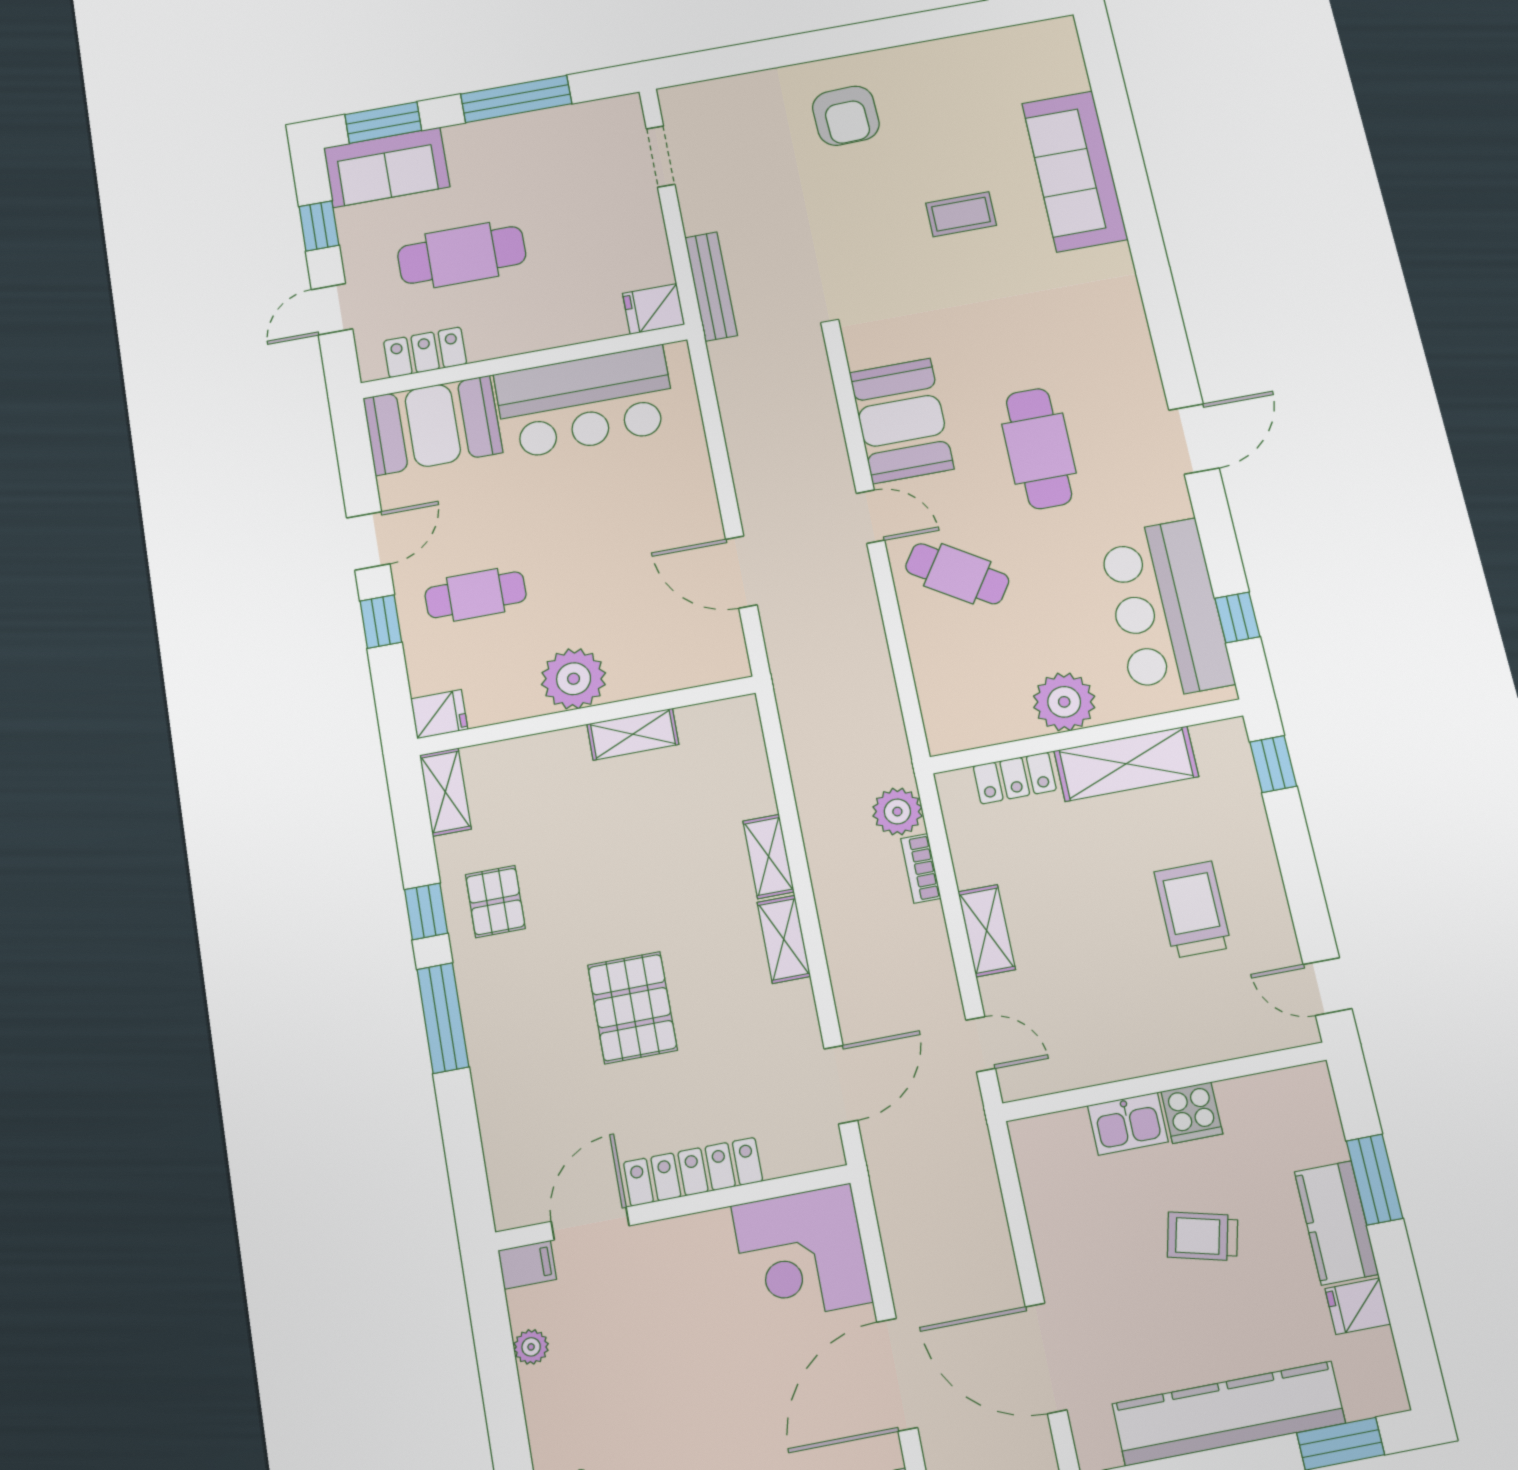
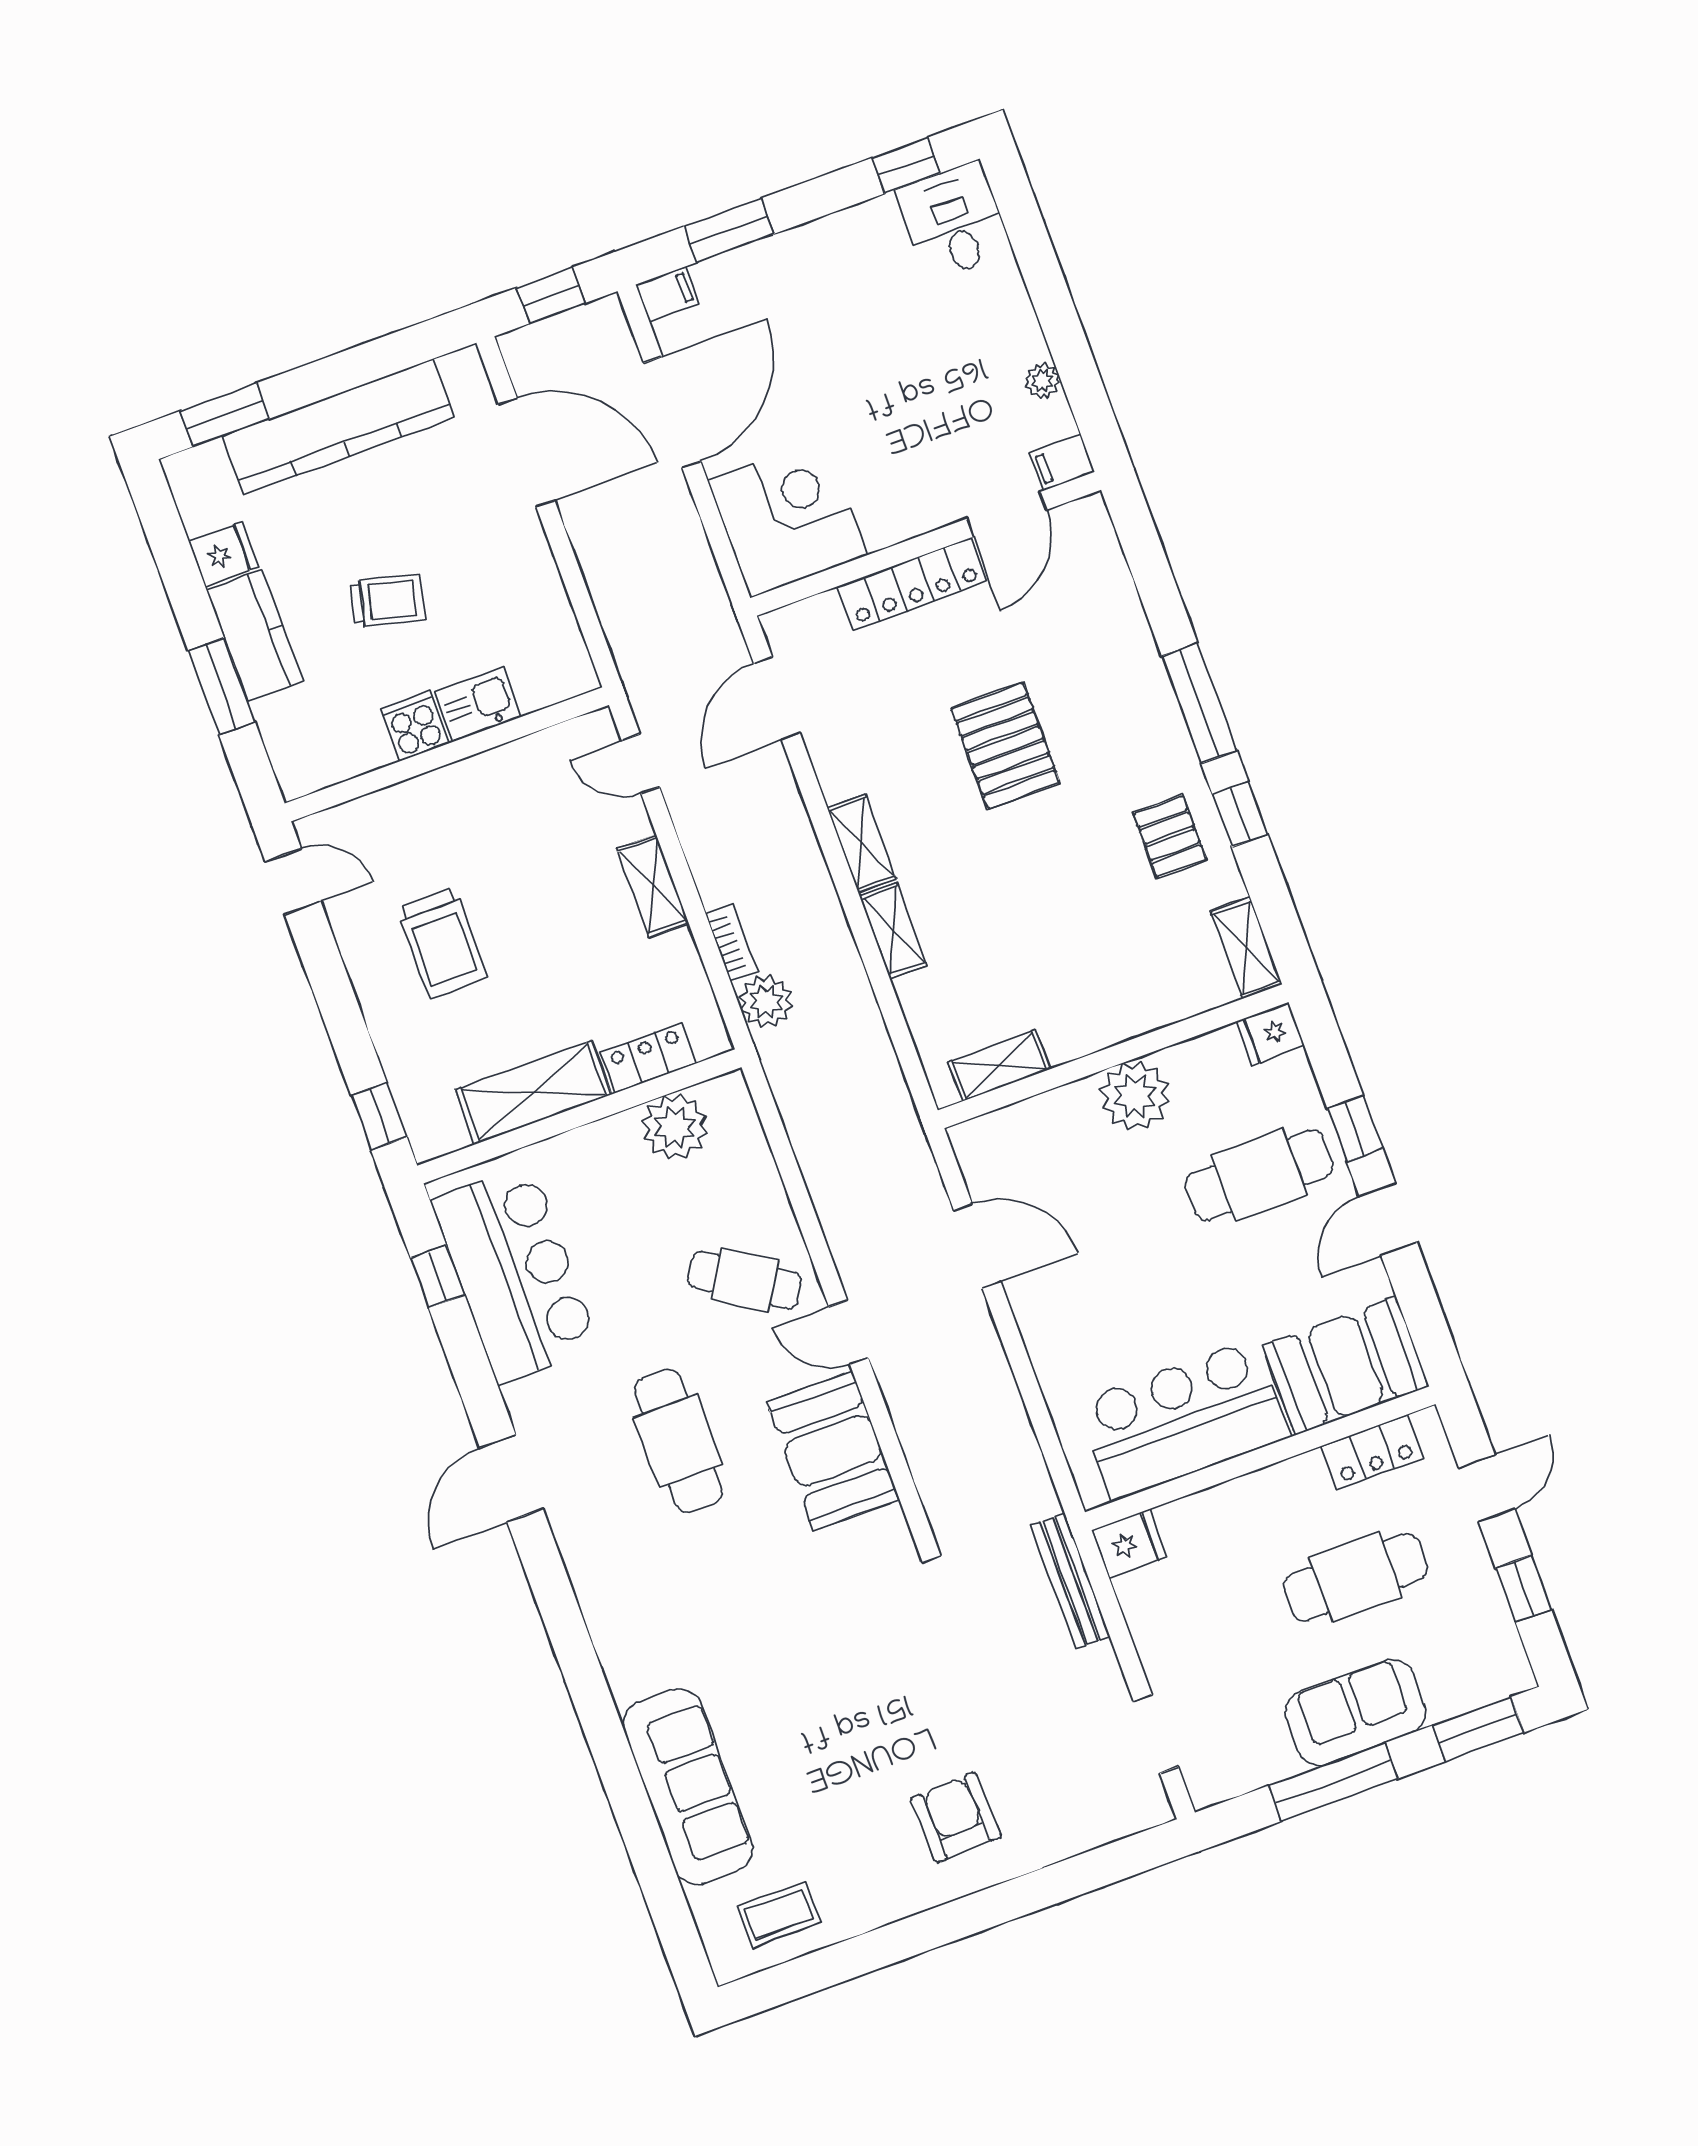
sofa: (387, 167) -> (1356, 1712), moved
coffee table: (961, 214) -> (779, 1914), moved
cafe table: (476, 595) -> (1259, 1175), width x1.37, depth x1.35
plant: (1064, 702) -> (675, 1127), moved
shelving: (633, 734) -> (999, 1066), moved

